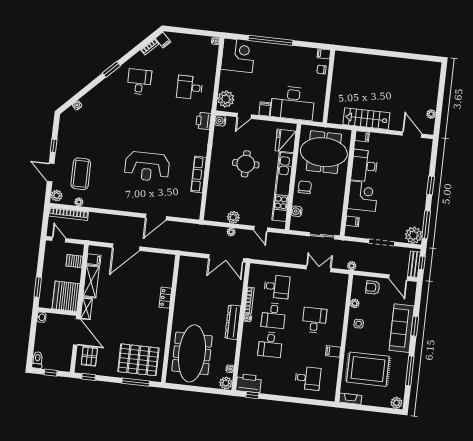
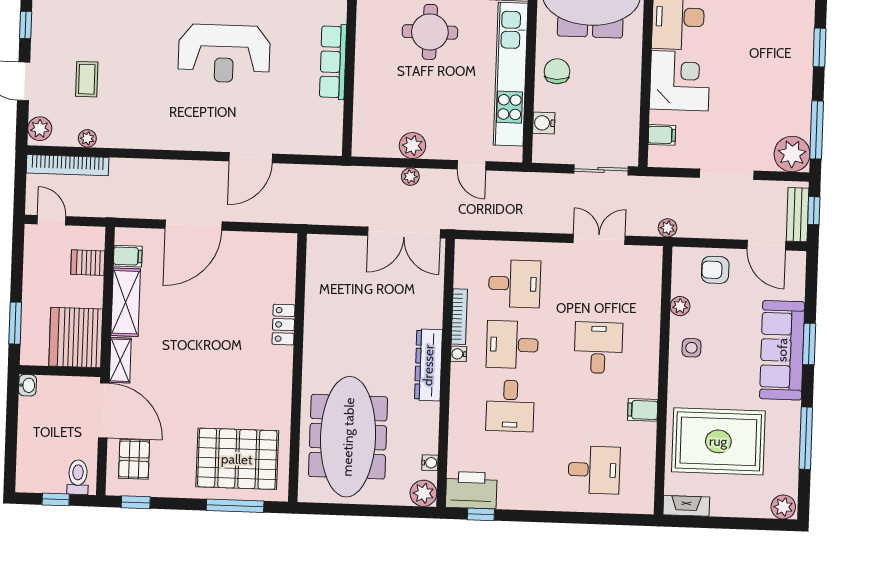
coffee table: (81, 174) -> (87, 79), width x0.54, depth x0.58
desk: (274, 316) -> (512, 345), turned 90
toilet: (37, 360) -> (78, 477), moved

